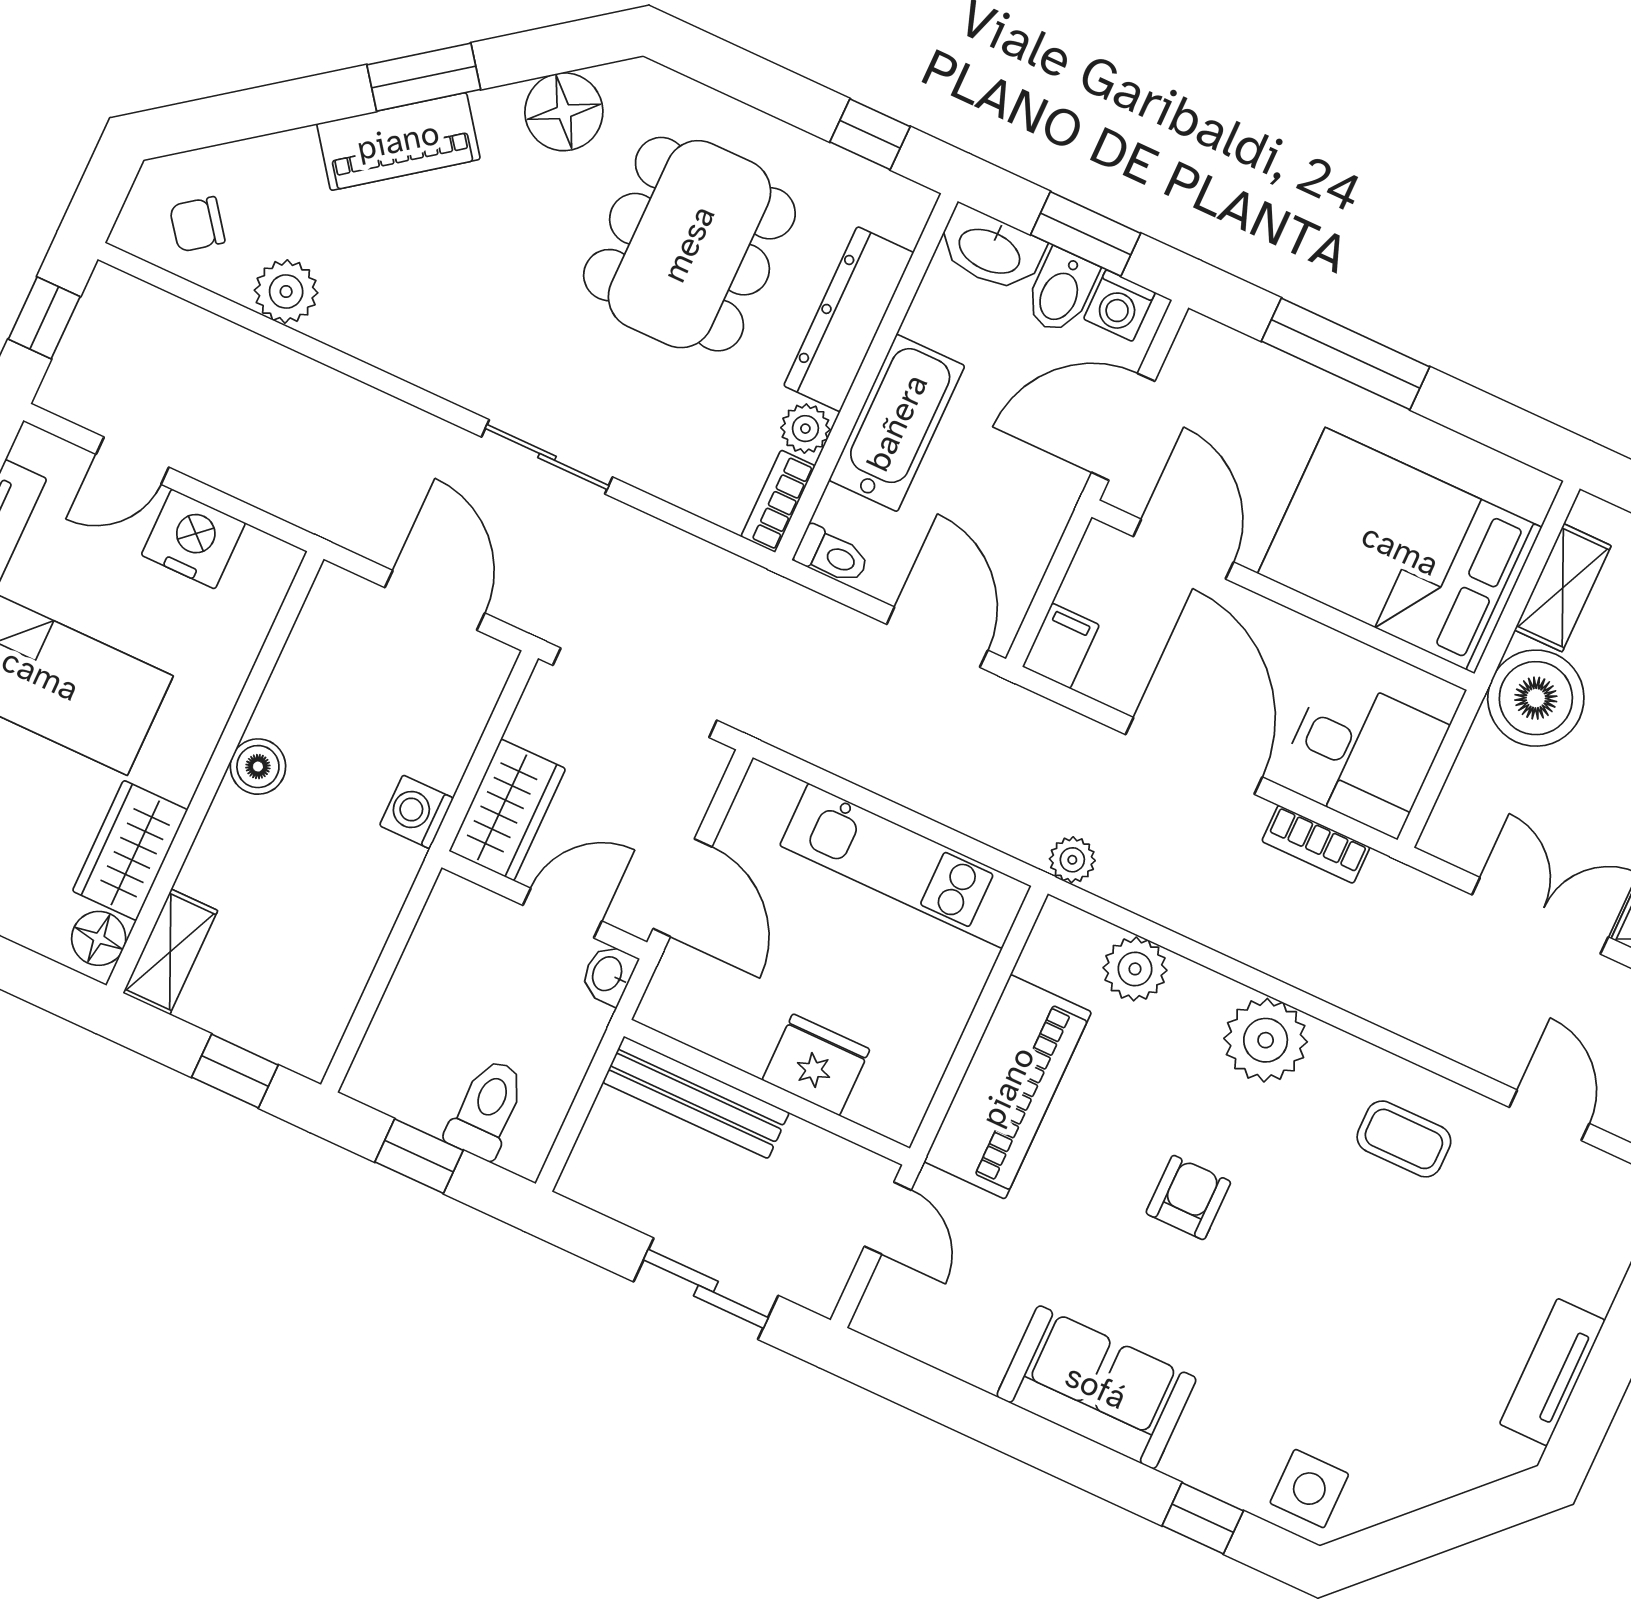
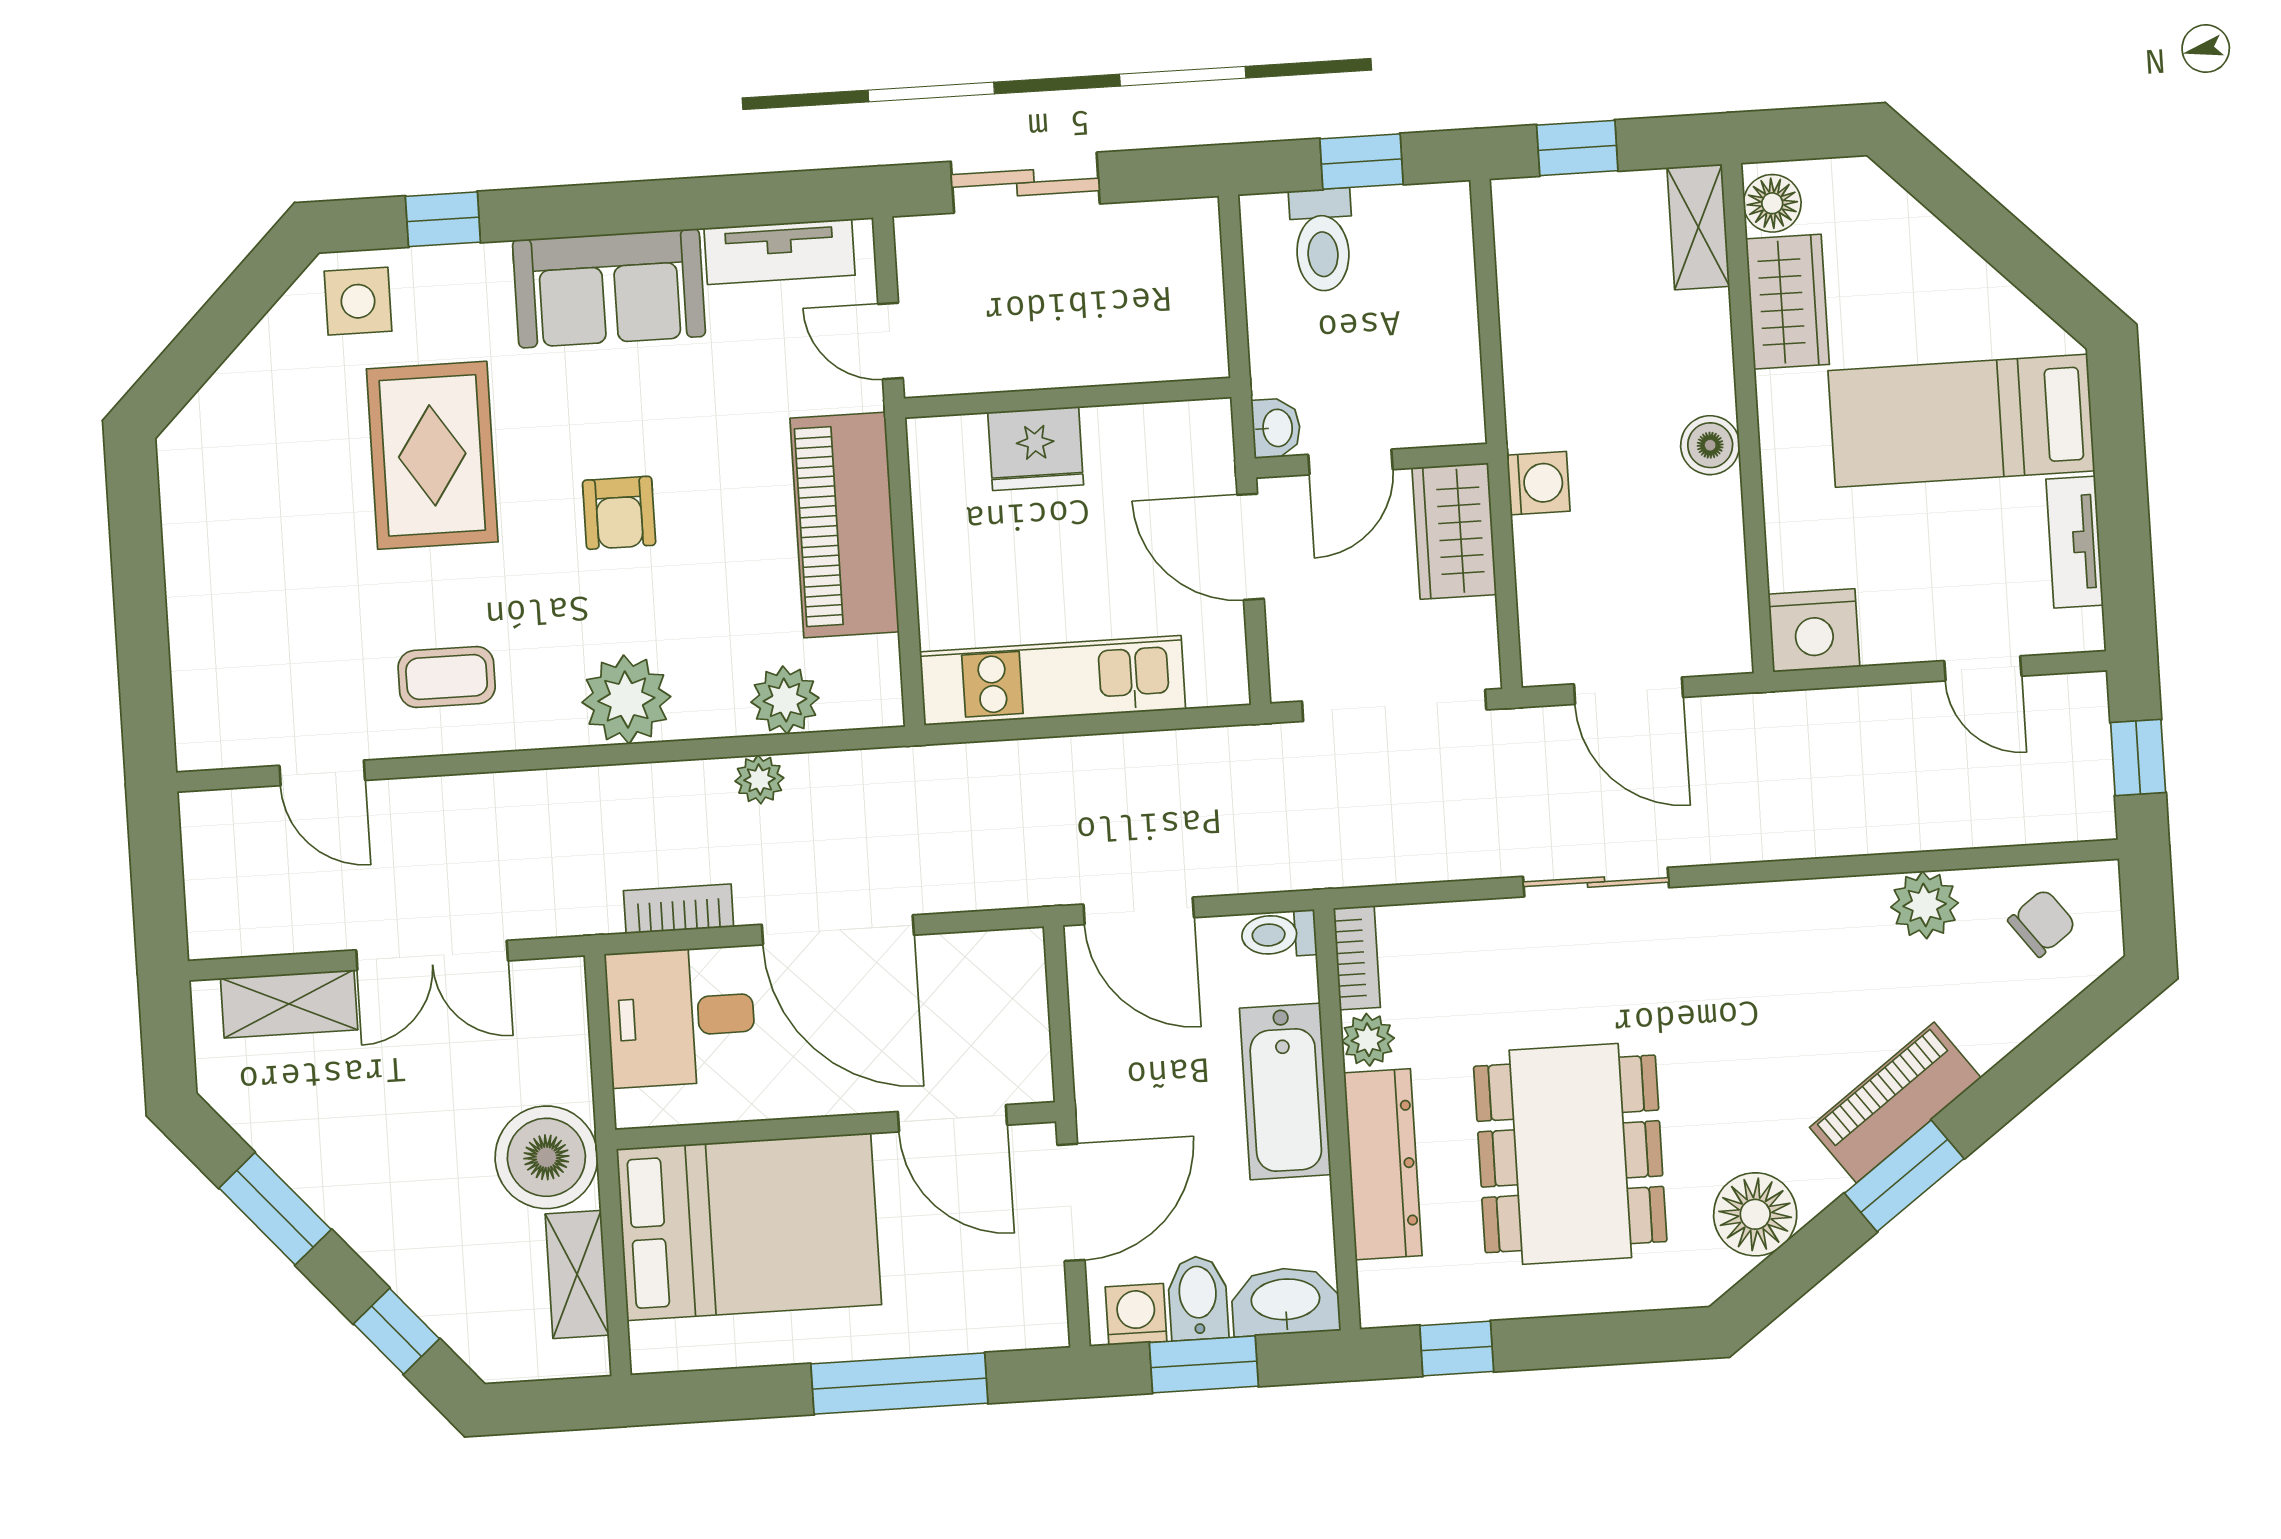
door: (132, 461) -> (1983, 668), swing flipped
nightstand: (193, 539) -> (1814, 630), moved
filing cabinet: (1061, 646) -> (1018, 966), removed
plant: (1072, 860) -> (759, 779), moved
bench: (696, 1097) -> (1132, 357), removed
rug: (1317, 1328) -> (432, 455), added
tv unit: (1552, 1372) -> (780, 252), moved, turned 90

